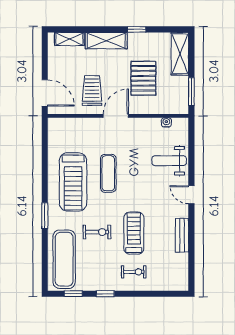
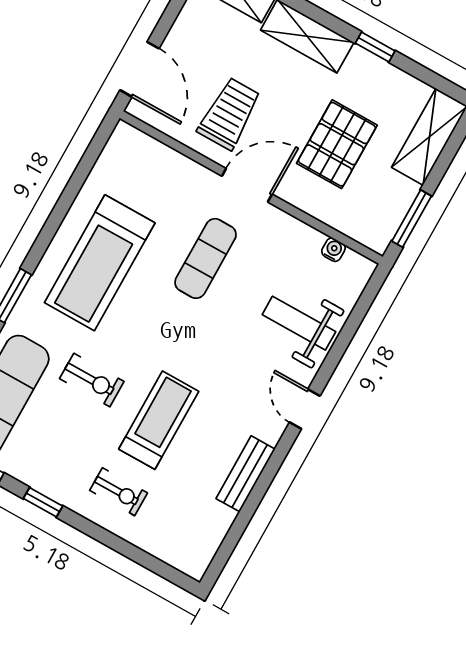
exercise mat: (108, 173) -> (206, 258), moved

